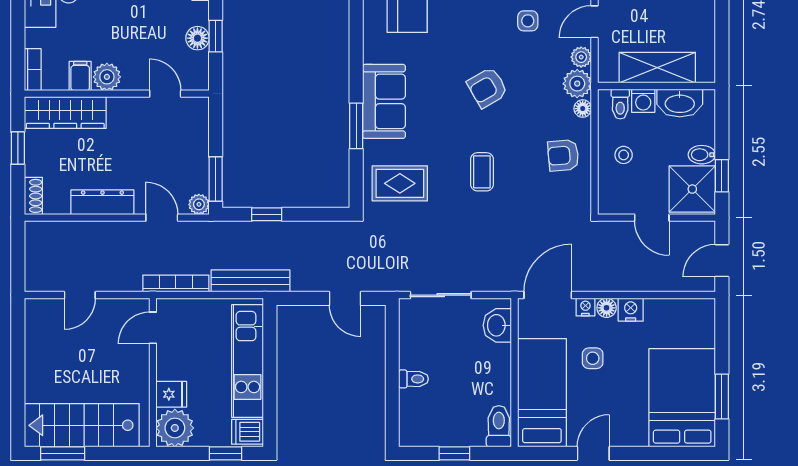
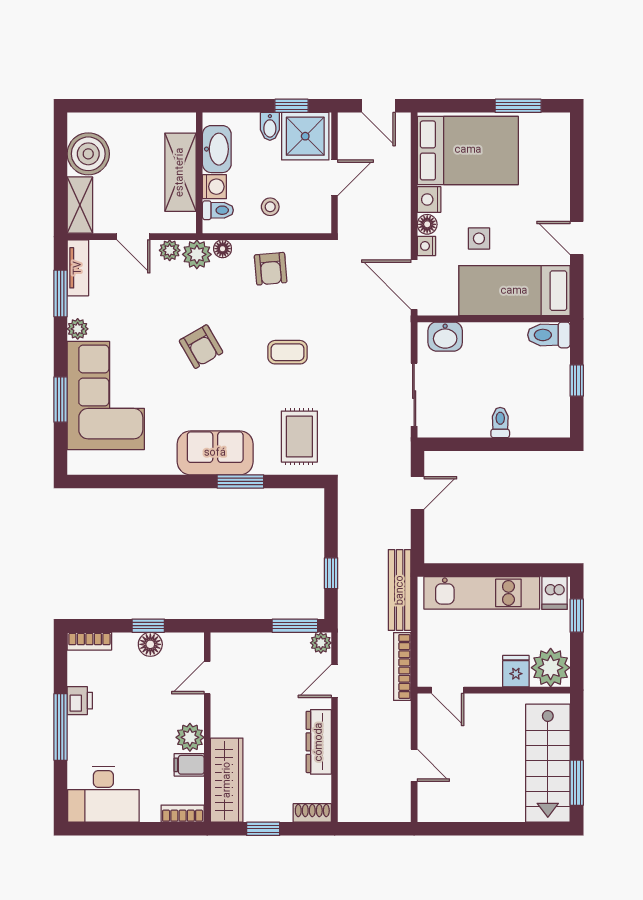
side table: (528, 21) -> (133, 305), removed
bed: (682, 398) -> (468, 150), moved, turned 180

